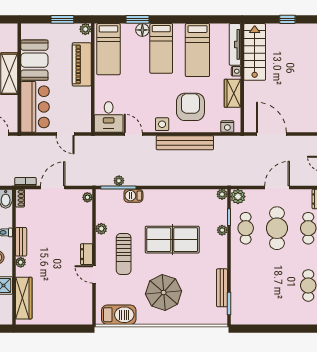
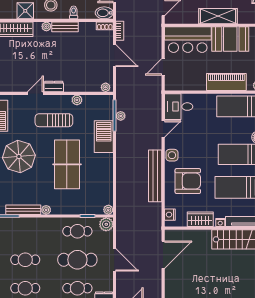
barbecue: (133, 196) -> (104, 137), width x1.88, depth x1.53
plant: (222, 230) -> (46, 210), moved
cafe table: (277, 285) -> (25, 260), added

